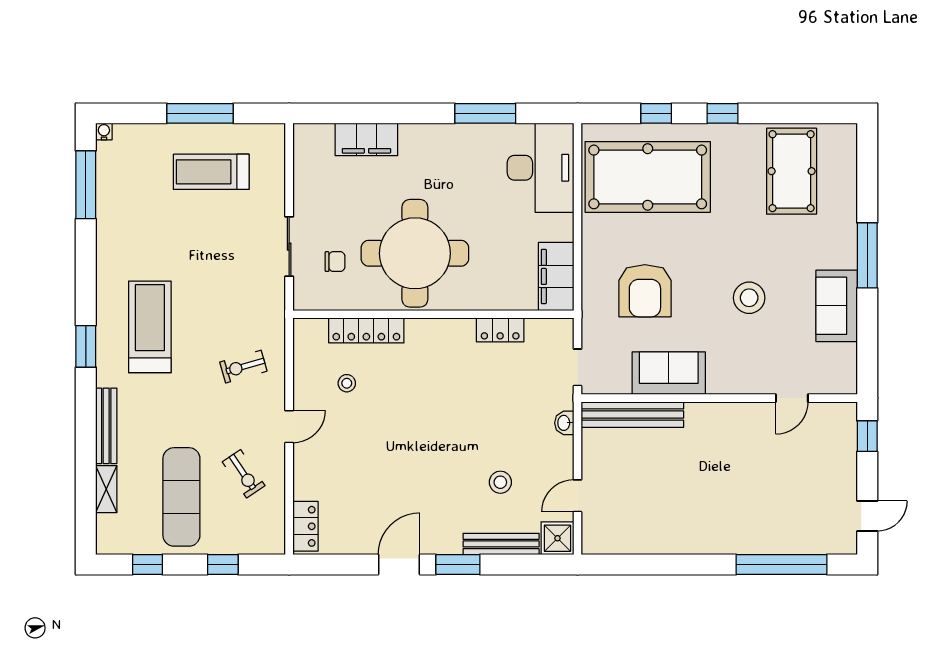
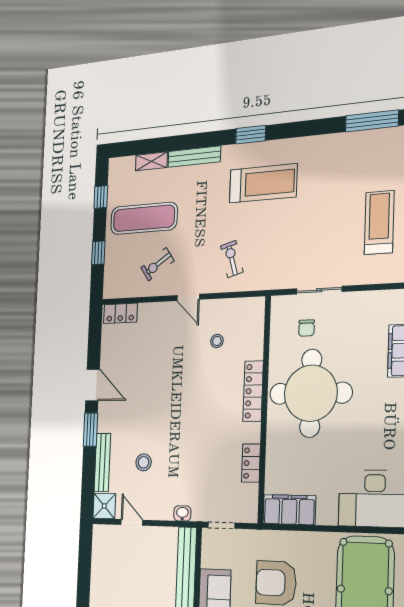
locker: (366, 330) -> (253, 391), moved

